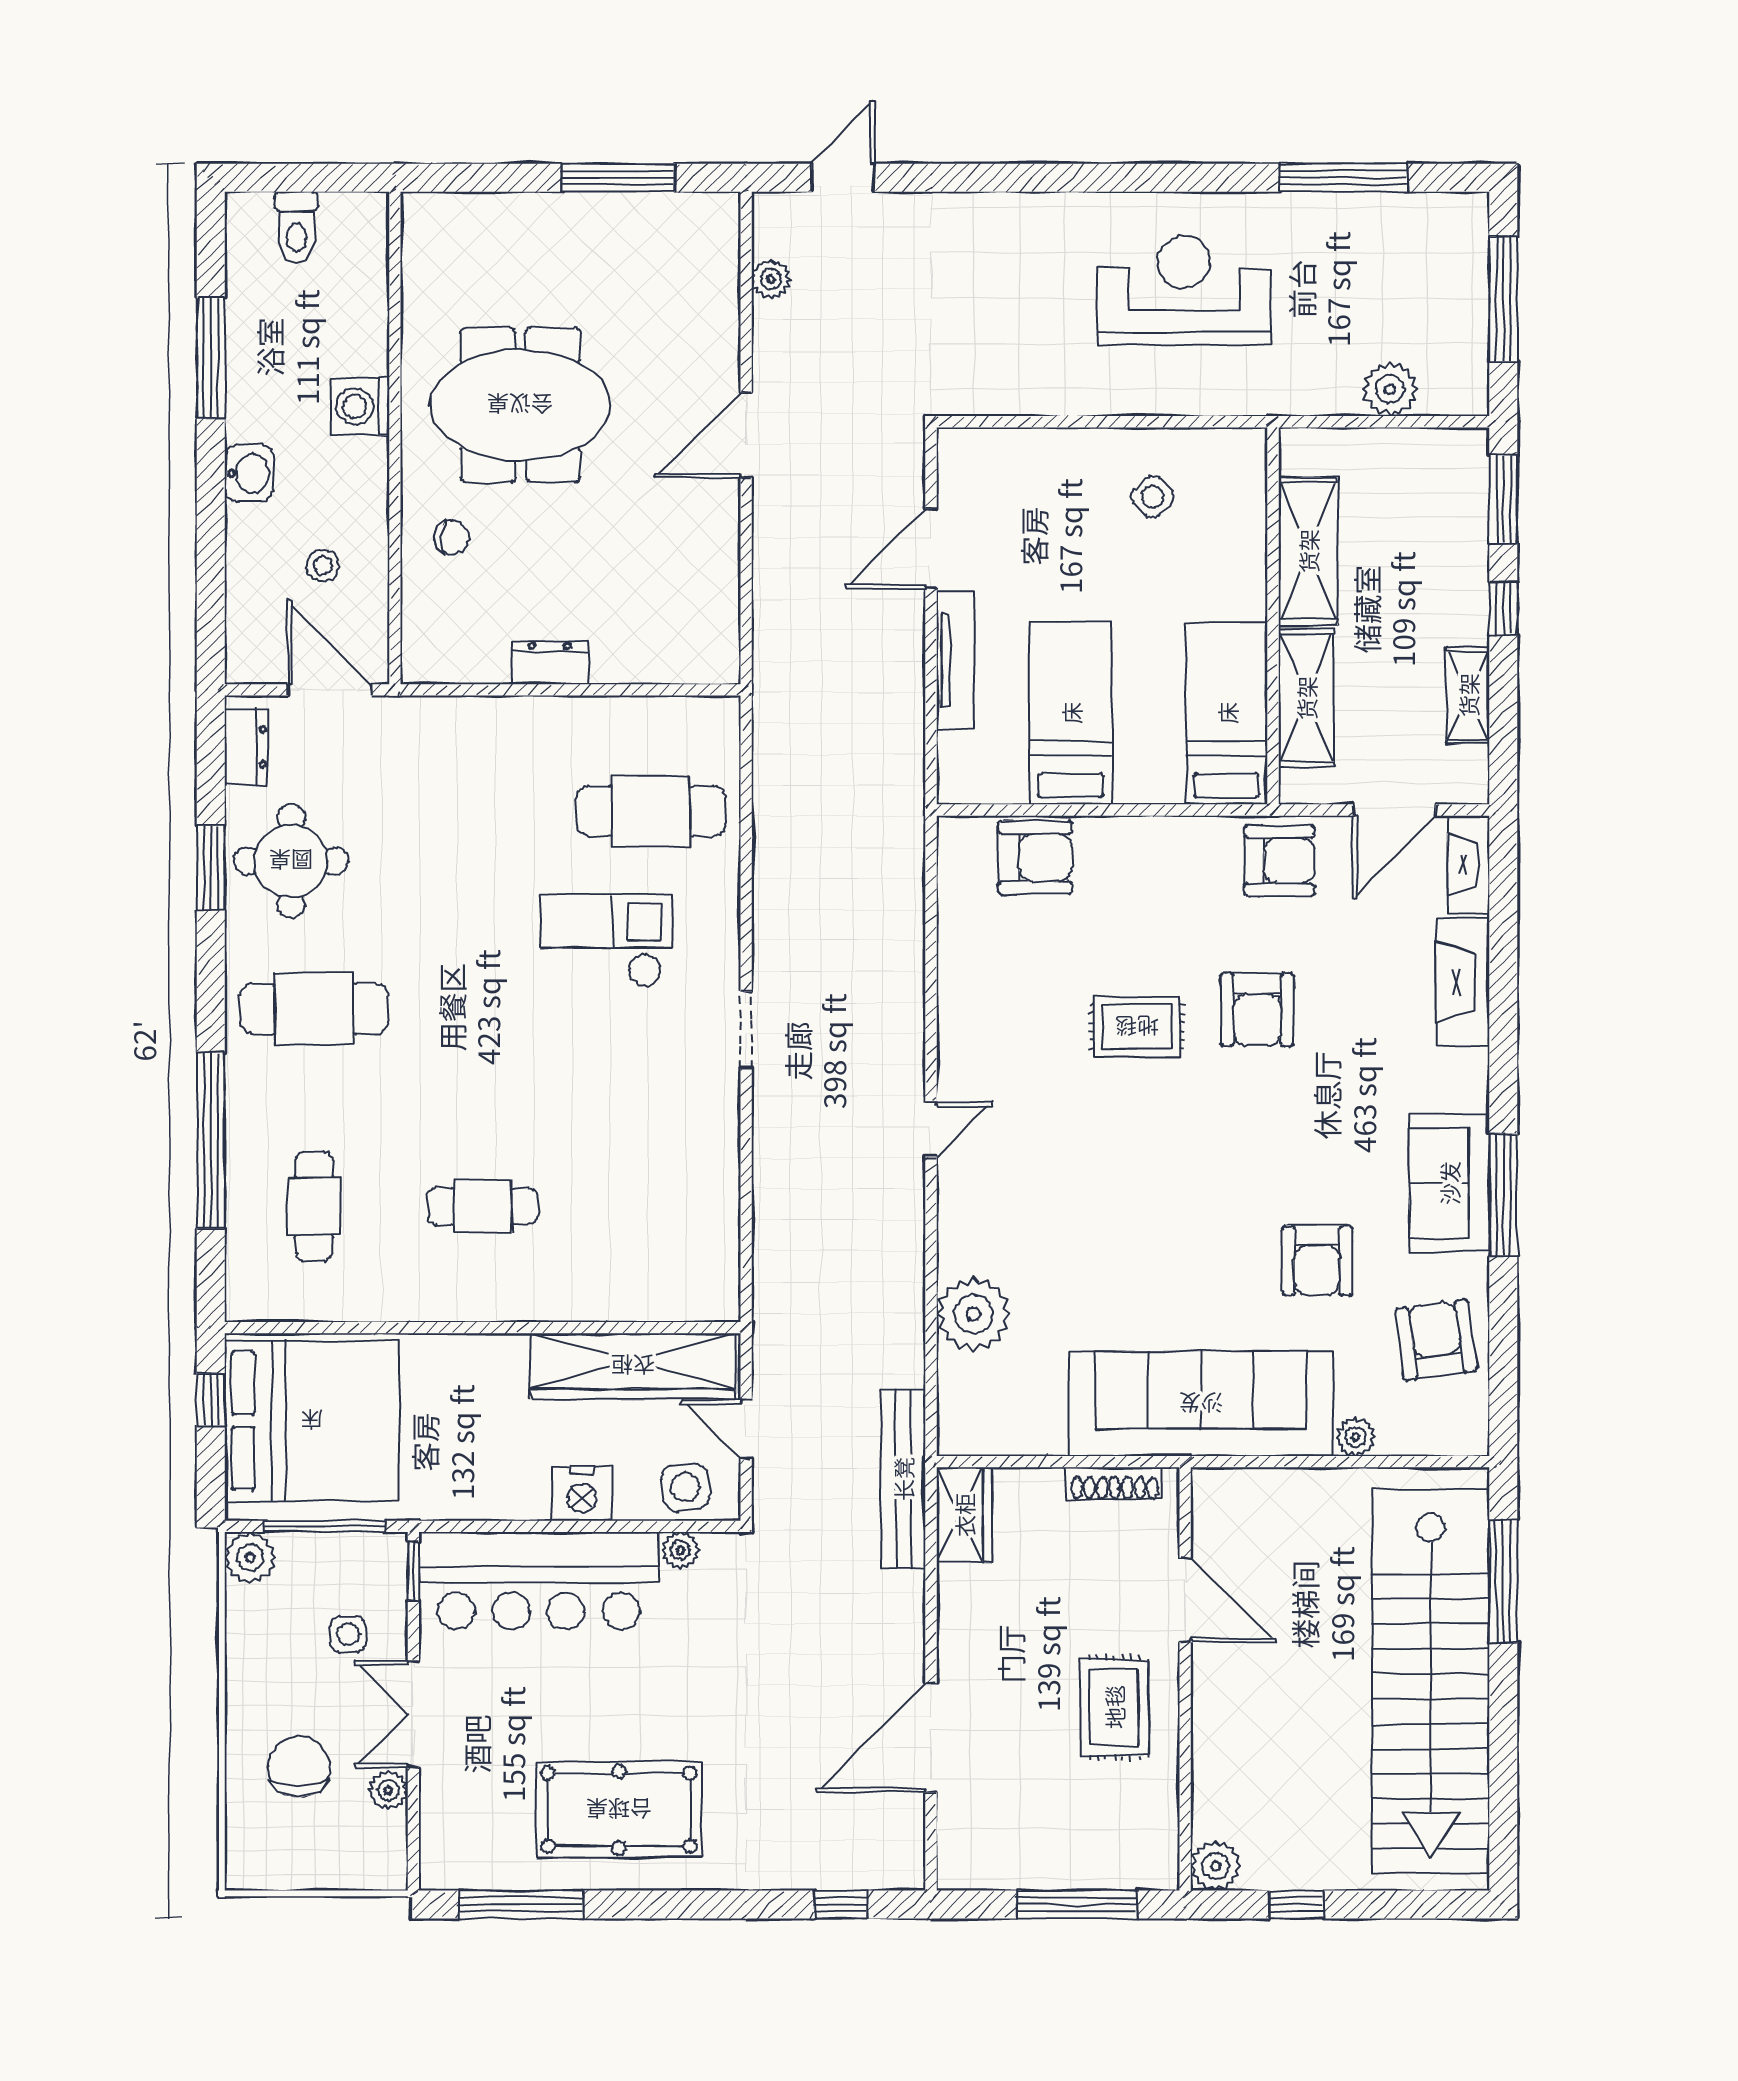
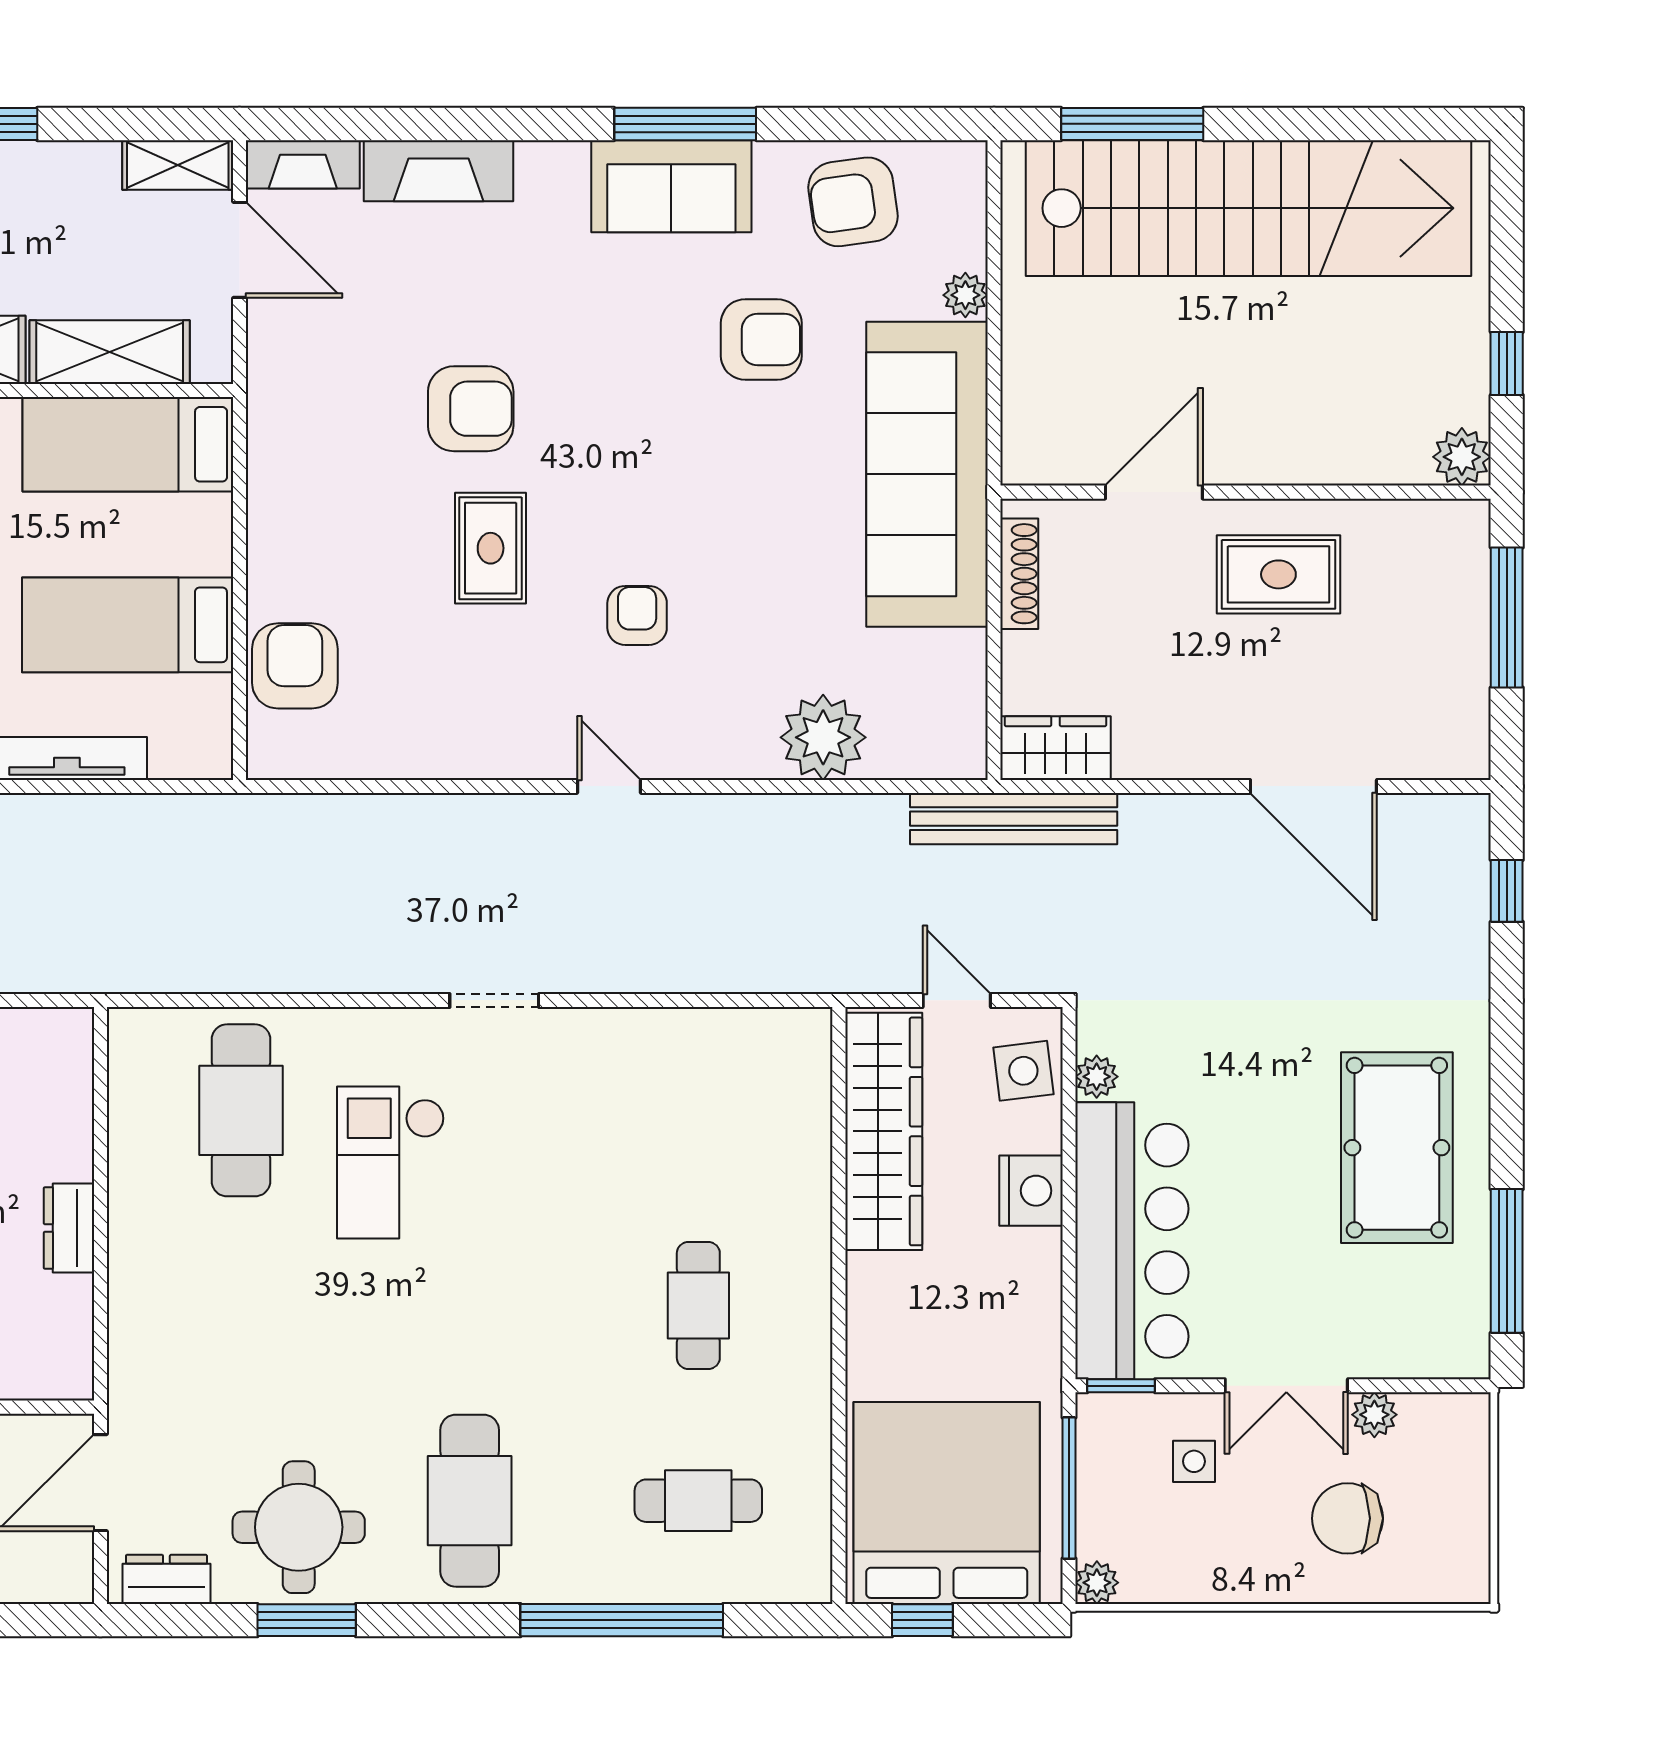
shelving: (1468, 695) -> (178, 165), moved
armchair: (1279, 861) -> (637, 615), moved, width x0.72, depth x0.72
door: (746, 1429) -> (957, 1000), swing flipped
plant: (250, 1557) -> (1097, 1583), width x0.73, depth x0.73

